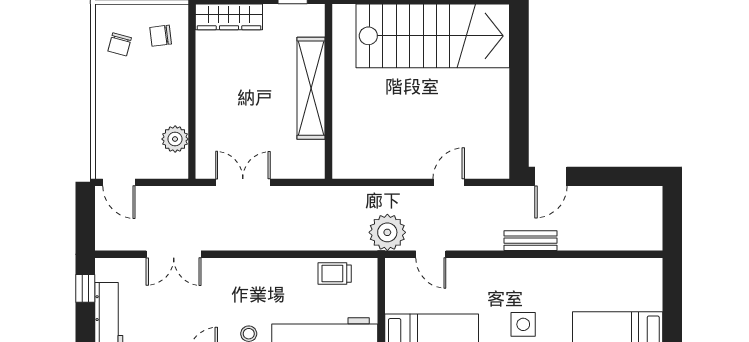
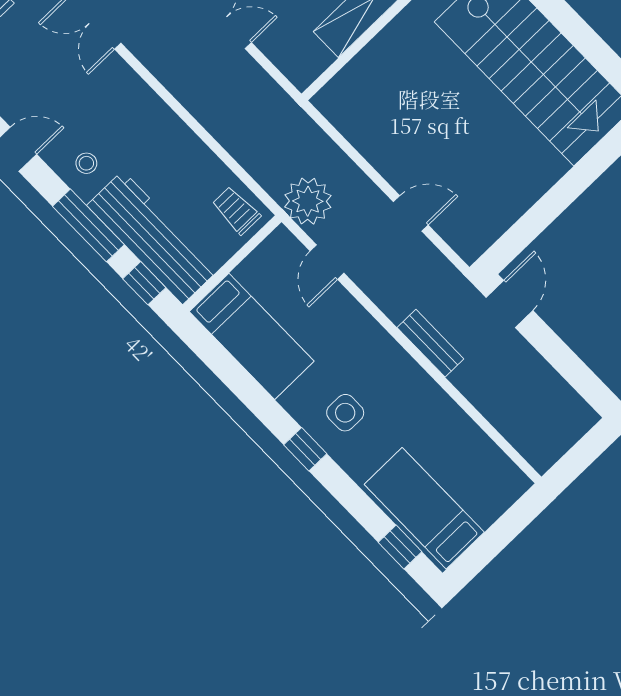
door: (551, 176) -> (509, 304), swing flipped
trolley: (335, 274) -> (236, 210), moved

